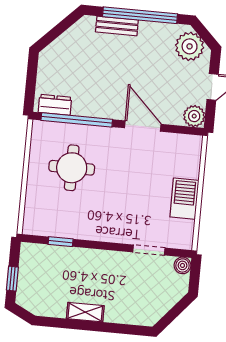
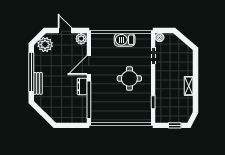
dresser: (55, 105) -> (82, 86), moved
round table: (72, 168) -> (129, 78), moved

